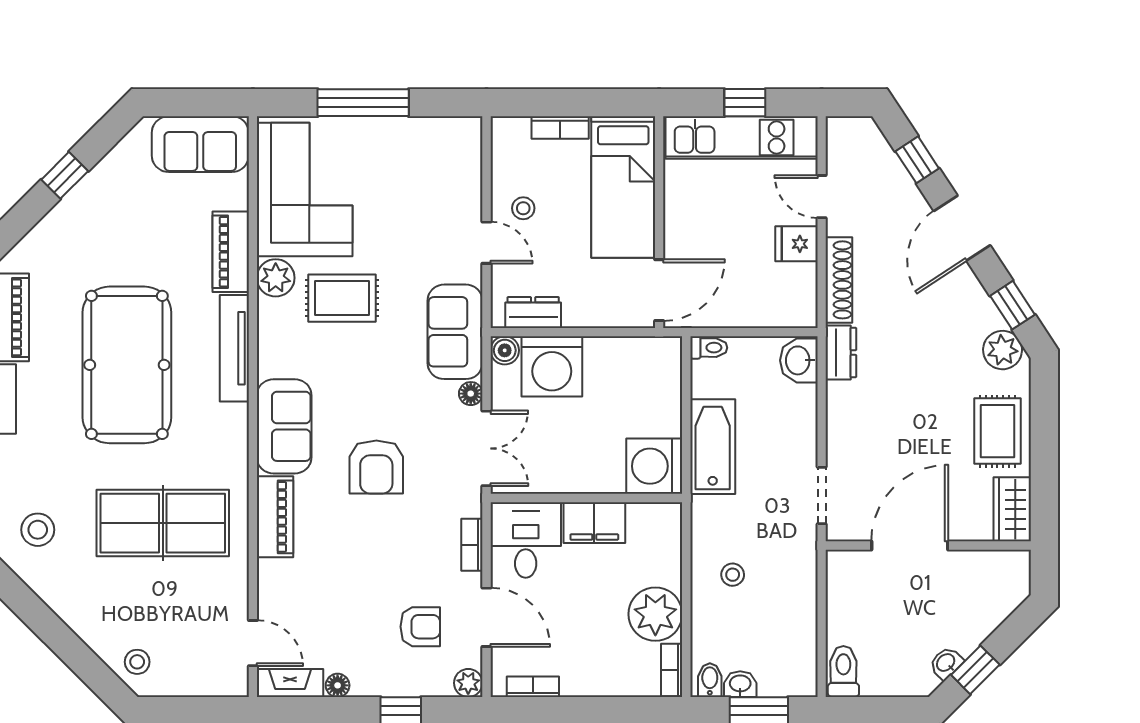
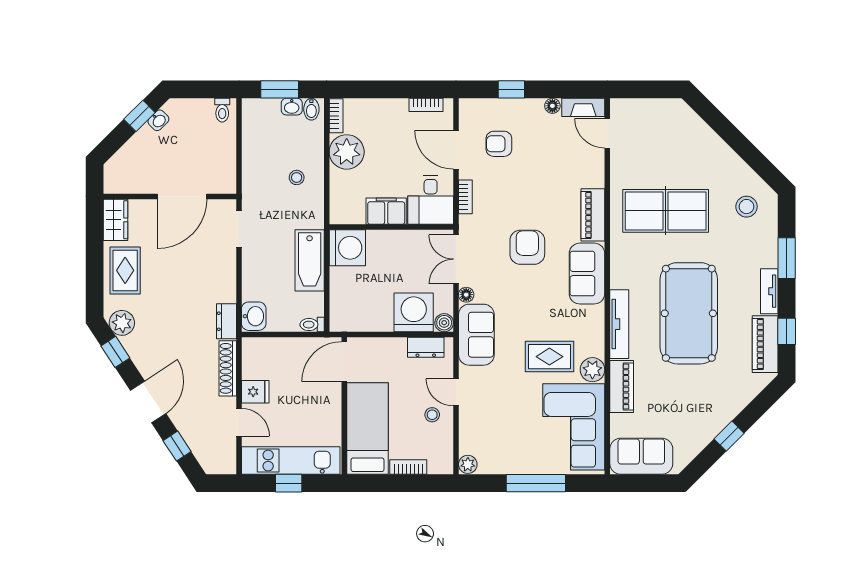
stool: (137, 662) -> (682, 121), removed
toilet: (843, 671) -> (222, 110), width x0.73, depth x0.72
plant: (468, 683) -> (468, 464), moved

